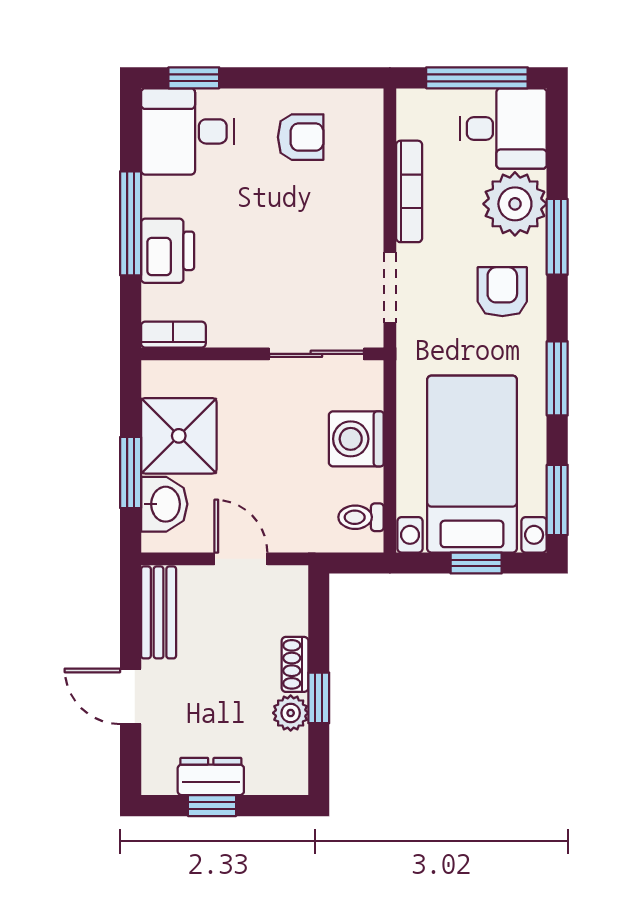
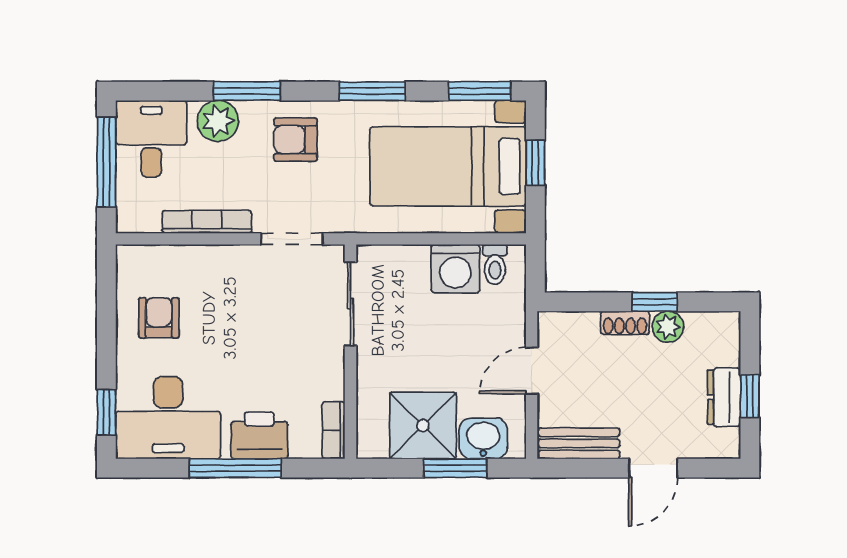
desk: (188, 131) -> (168, 418), width x1.37
plant: (515, 204) -> (218, 121), width x0.73, depth x0.73
washing machine: (356, 439) -> (455, 269), moved

